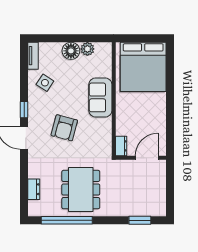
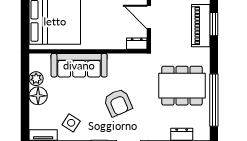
sofa: (100, 97) -> (79, 65), width x1.36
armchair: (64, 128) -> (118, 103), turned 51
piano: (139, 208) -> (201, 26), added

